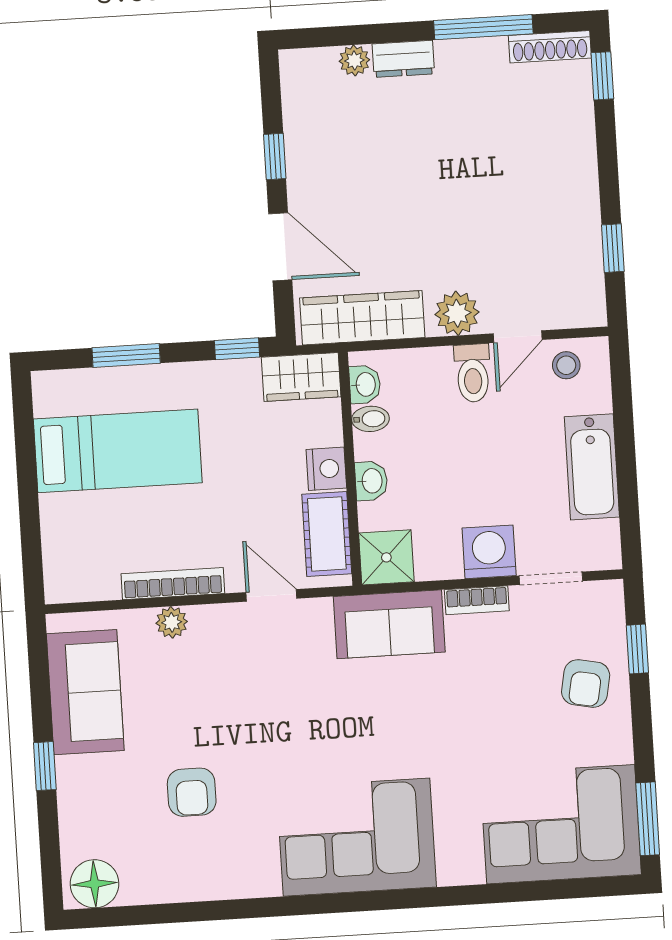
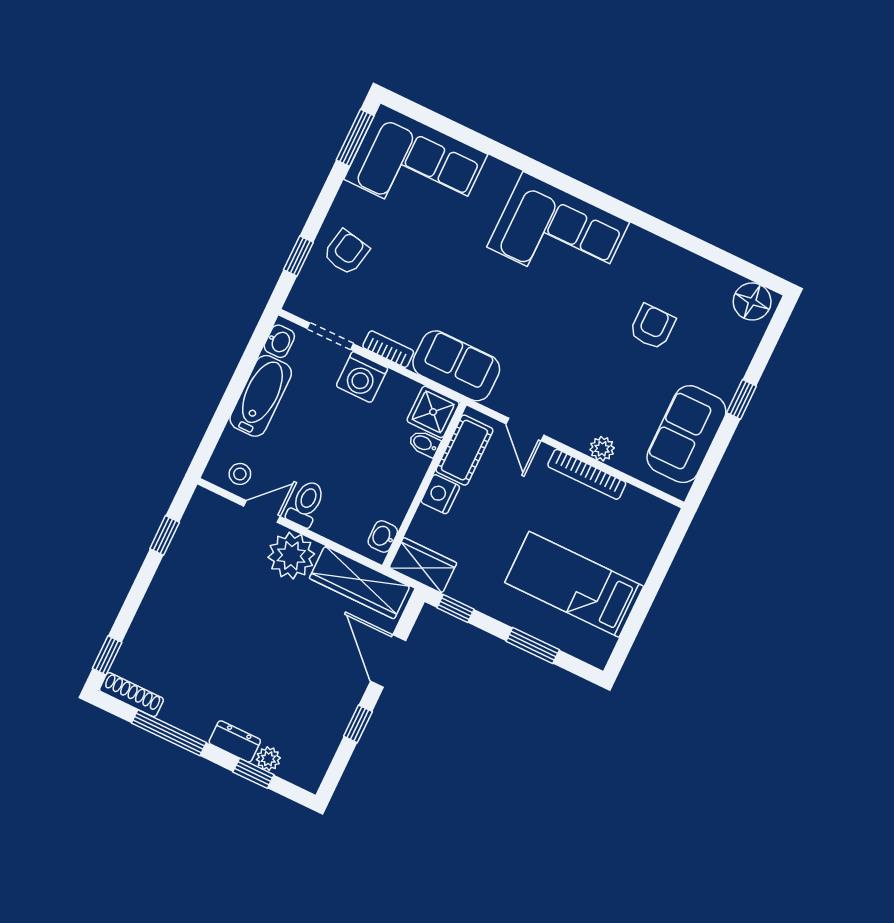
window: (362, 35) -> (253, 773), added
plant: (457, 313) -> (291, 556), width x1.36, depth x1.36
bidet: (370, 419) -> (424, 444), moved
washbasin: (371, 481) -> (279, 341), moved, turned 180

